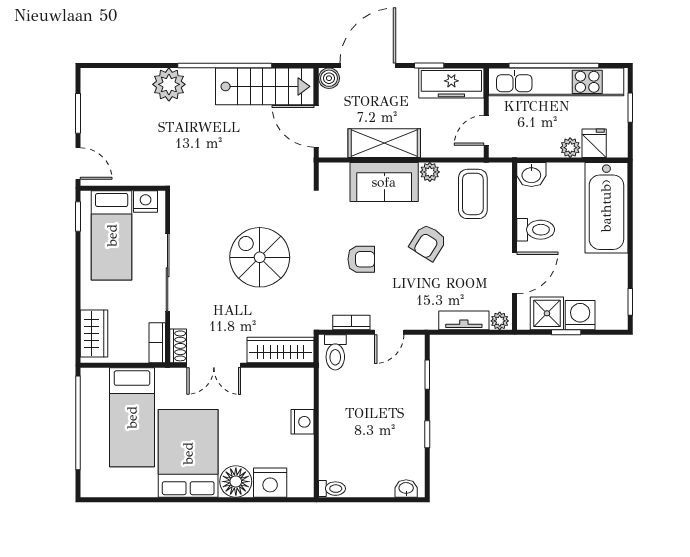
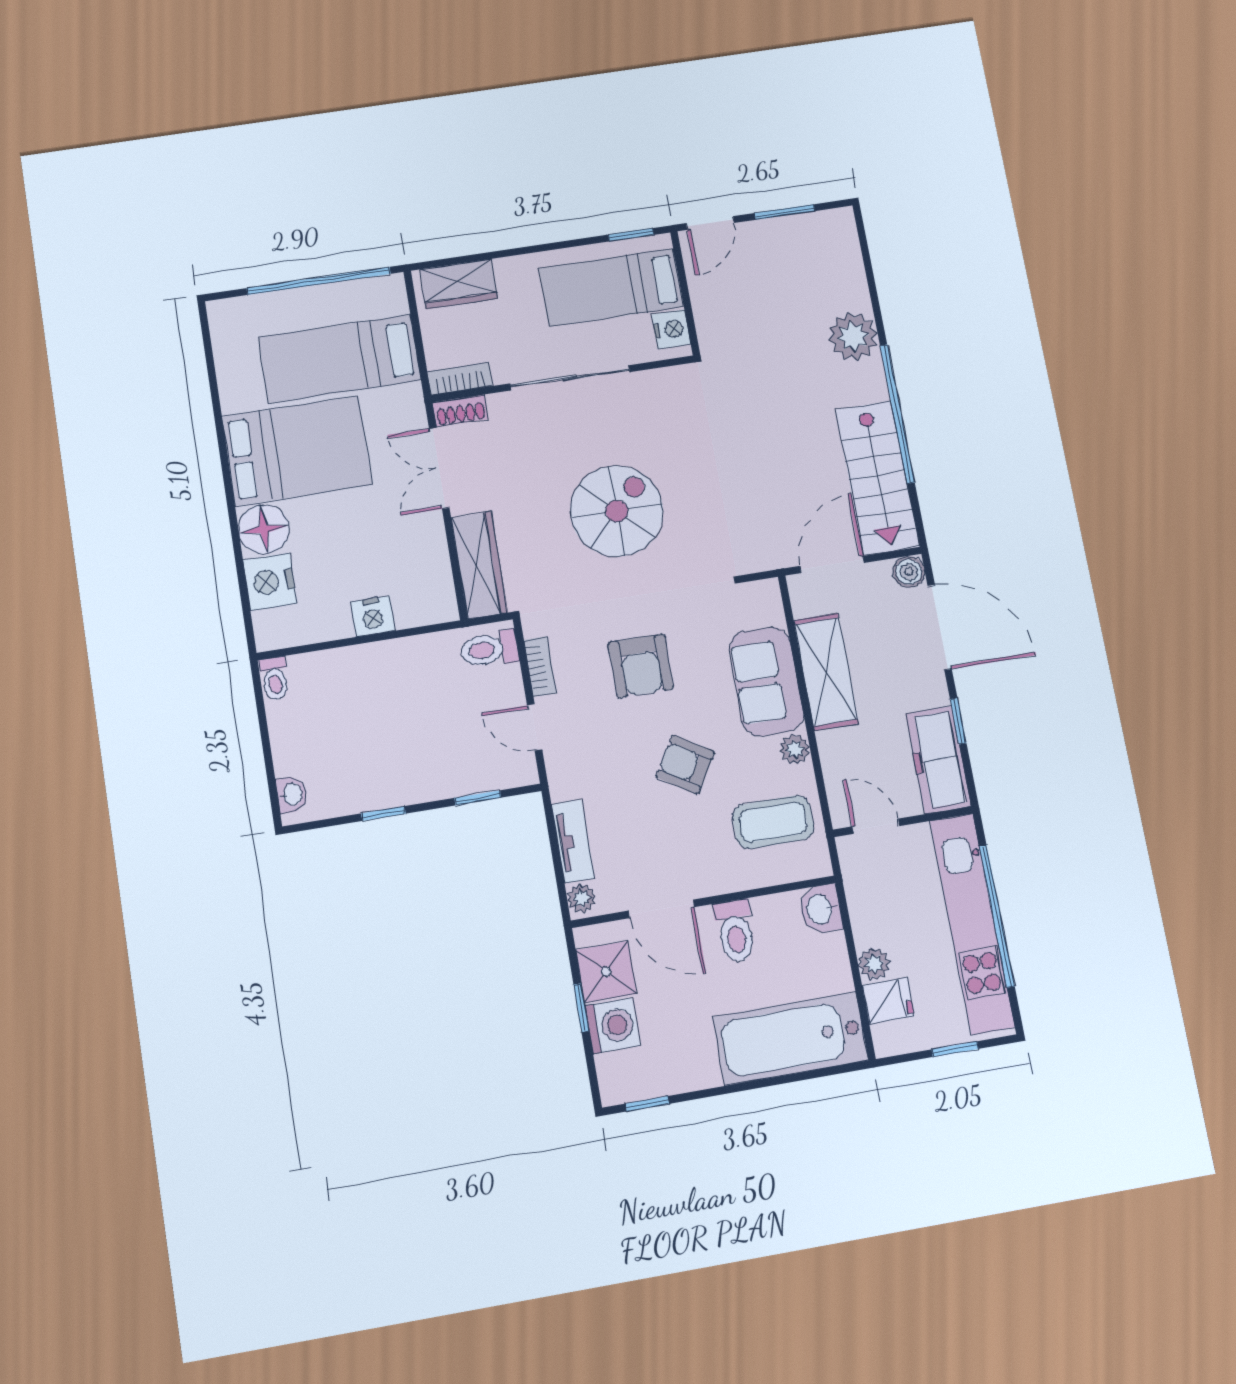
armchair: (361, 259) -> (641, 666), width x1.38, depth x1.38

